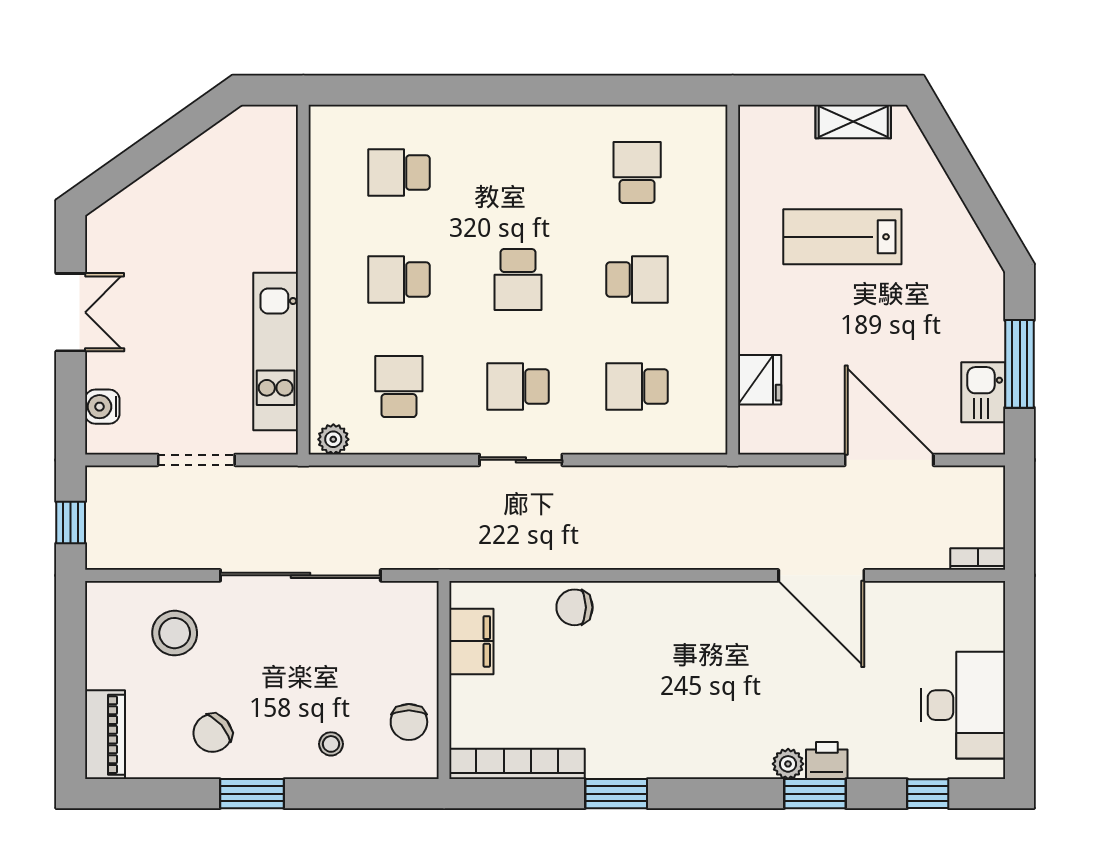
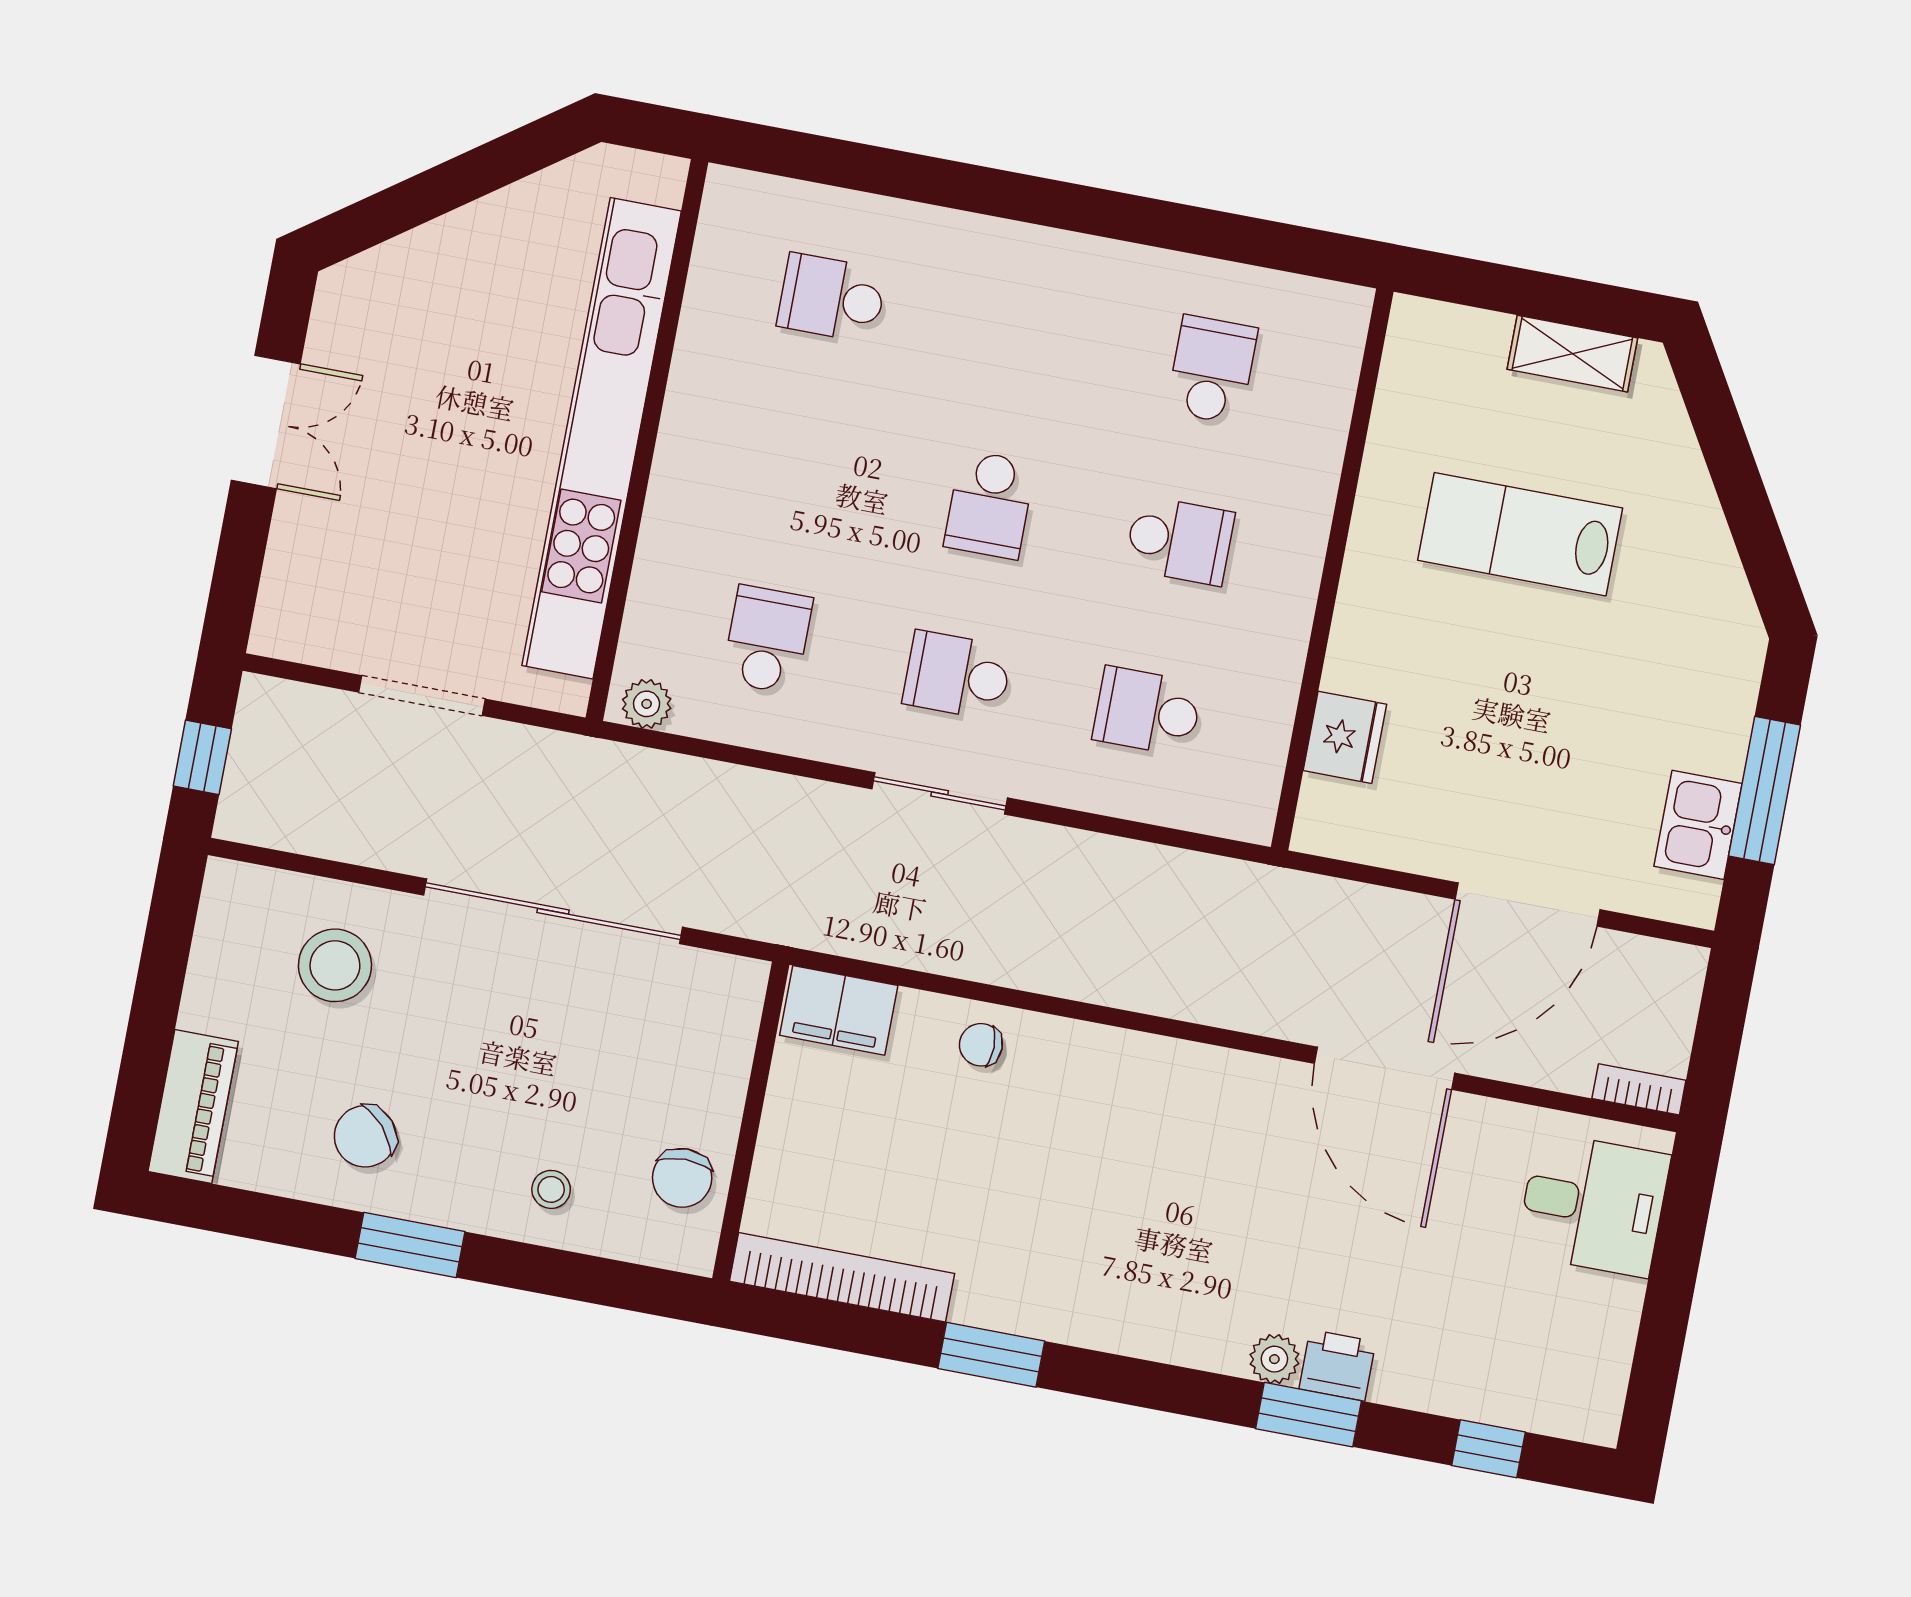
school desk: (399, 280) -> (800, 469), removed
kitchen unit: (276, 352) -> (602, 438), width x1.86
water cooler: (102, 407) -> (288, 582), removed
door: (889, 460) -> (1528, 904), swing flipped
chair: (574, 607) -> (981, 1045), width x0.73, depth x0.73
filing cabinet: (471, 641) -> (839, 1010), moved, turned 90
desk: (963, 705) -> (1593, 1204), moved, width x0.73

